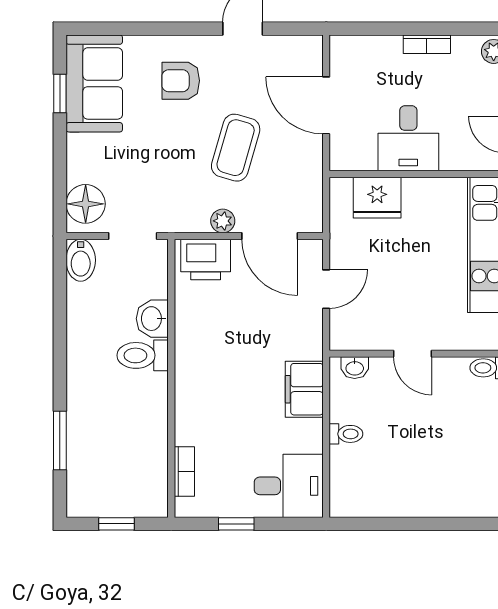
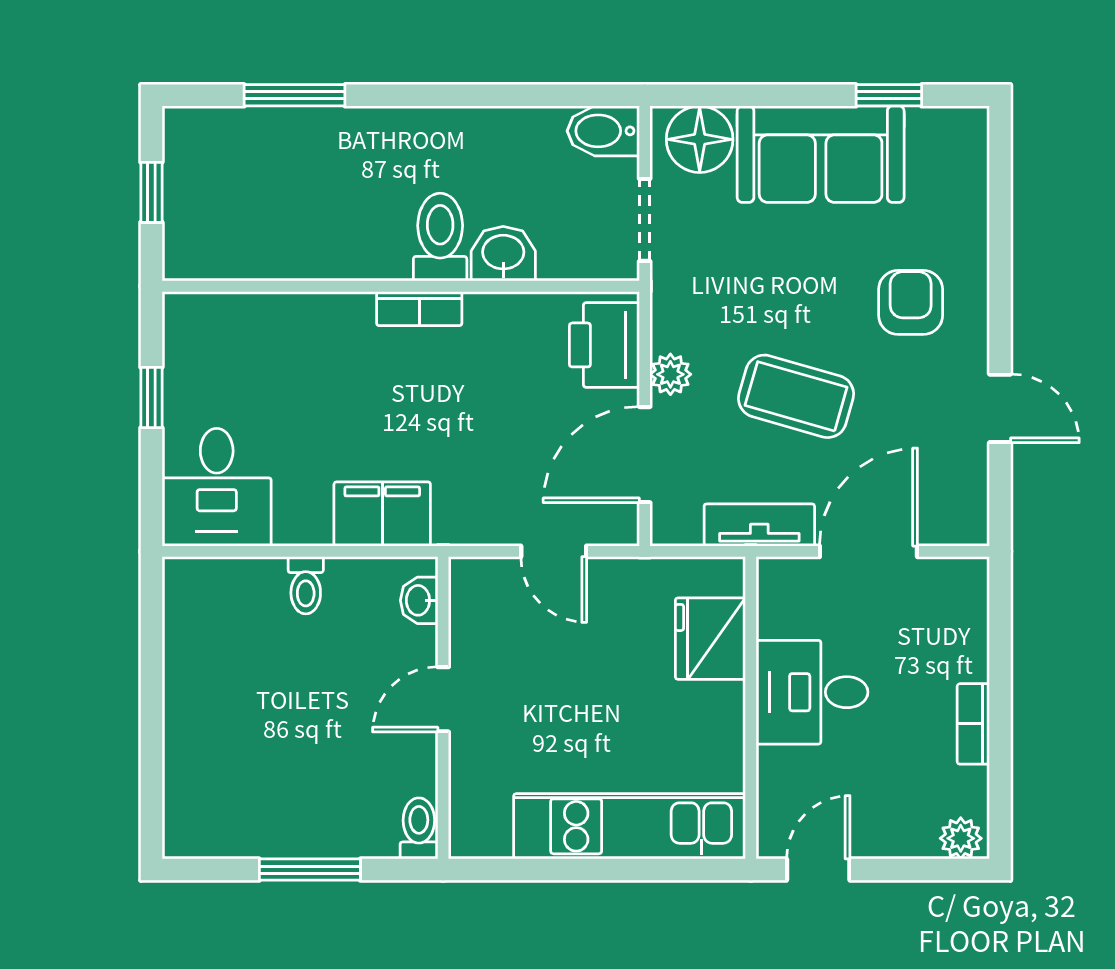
sofa: (94, 83) -> (821, 154), moved
tv unit: (311, 169) -> (759, 525), added
bookcase: (184, 471) -> (419, 309), moved

